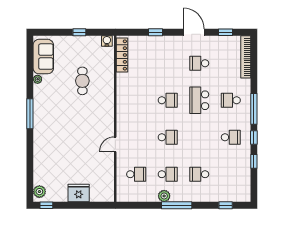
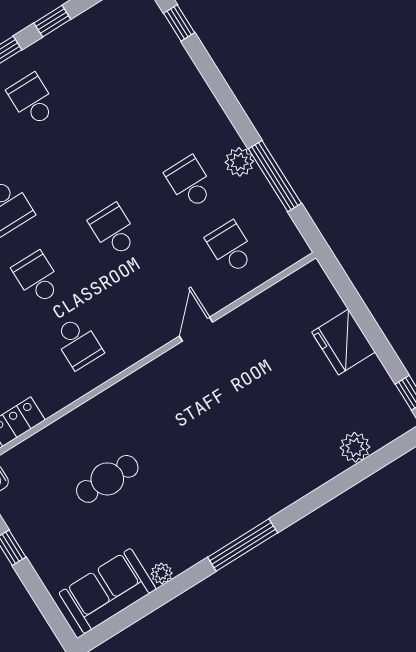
door: (115, 144) -> (196, 329), swing flipped
school desk: (199, 174) -> (78, 343), moved
plant: (39, 192) -> (355, 447), moved
window: (177, 205) -> (275, 176), moved

